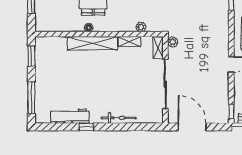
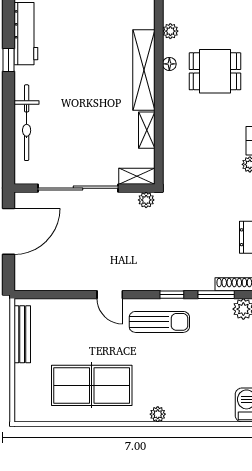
plant: (141, 27) -> (170, 31), moved
window: (231, 111) -> (172, 295), moved
bicycle: (119, 118) -> (27, 123), width x1.37, depth x1.40

